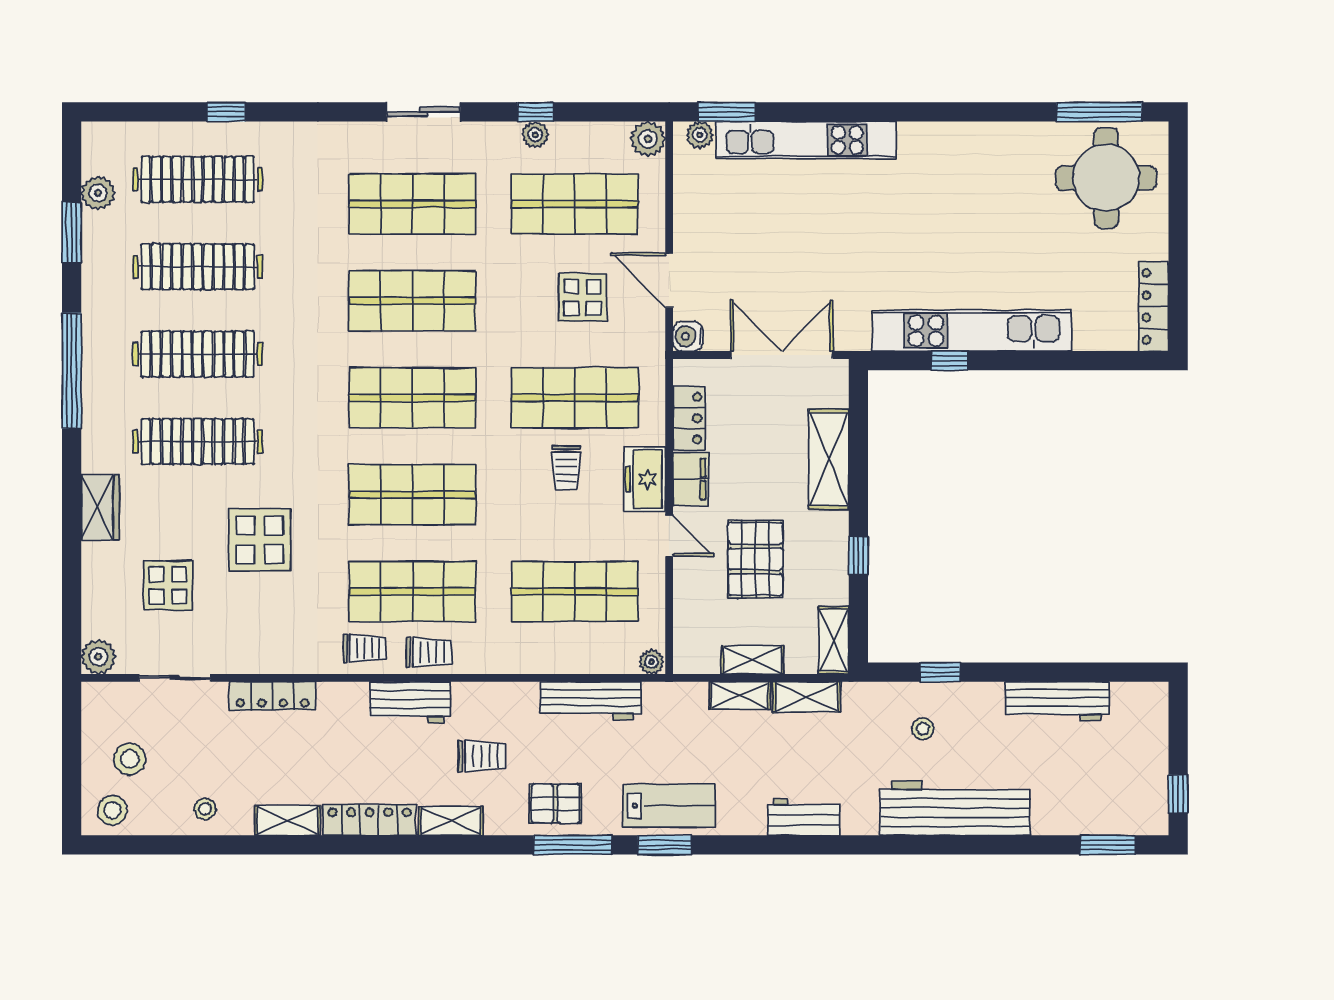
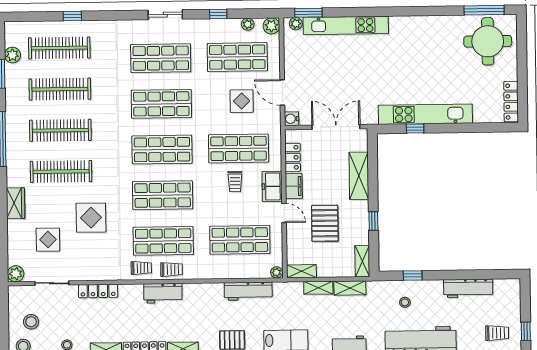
plant: (535, 135) -> (248, 24), moved
shelving: (752, 660) -> (301, 271), moved
trolley: (482, 756) -> (497, 333), moved

